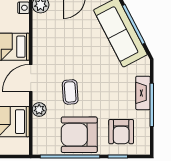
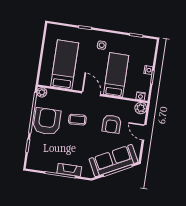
plant: (39, 110) -> (42, 92), moved
armchair: (121, 132) -> (112, 124), moved, turned -90

